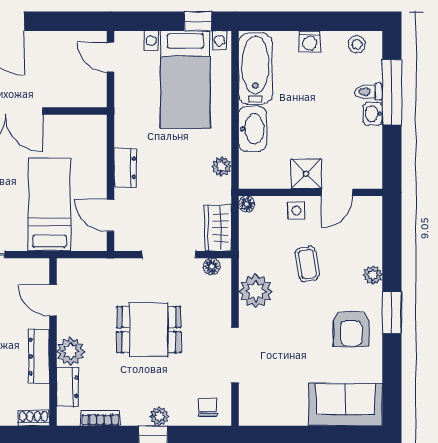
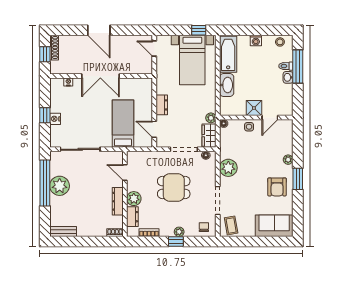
plant: (222, 166) -> (211, 118), moved
coffee table: (307, 264) -> (231, 225), moved

